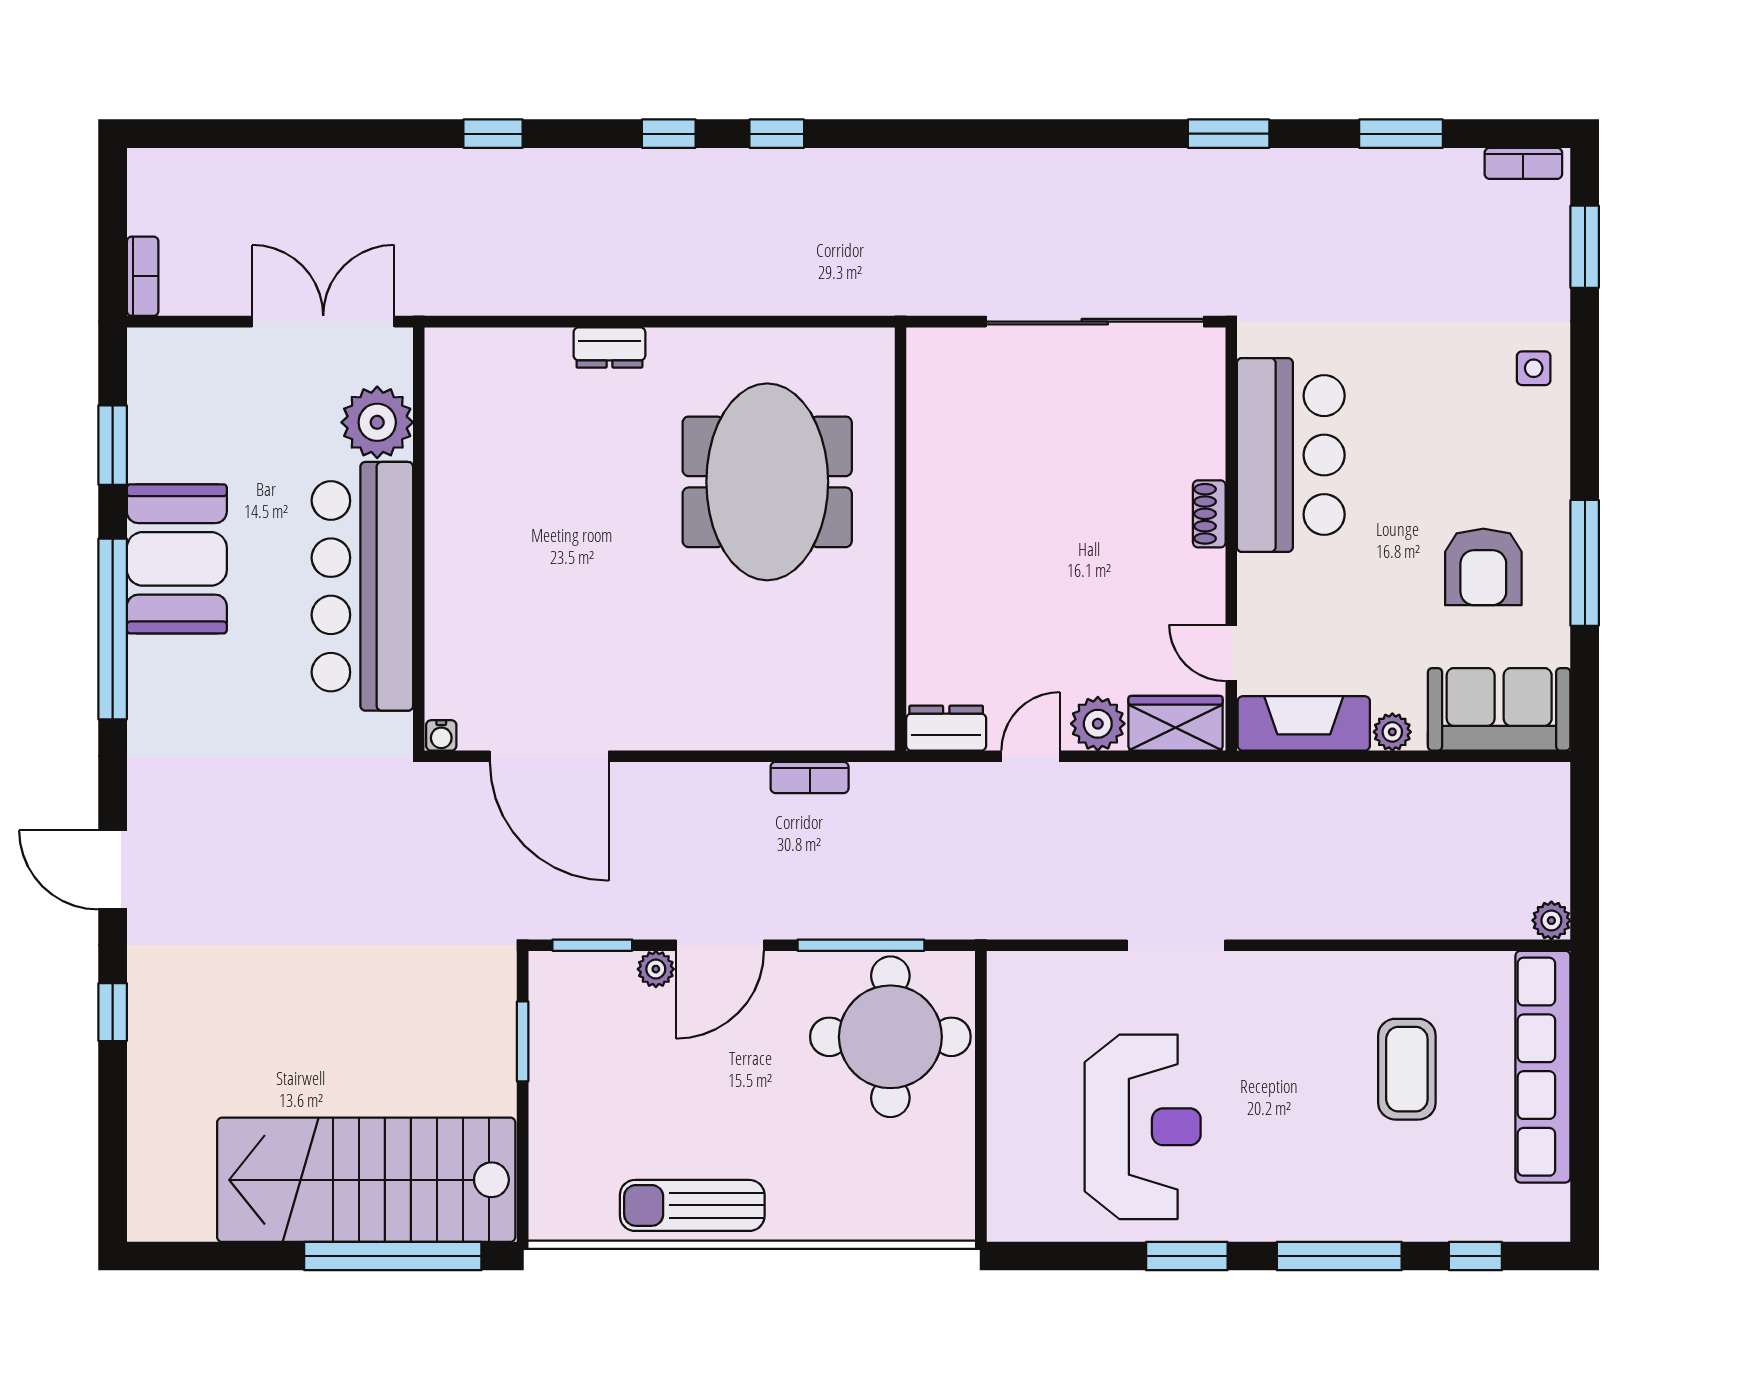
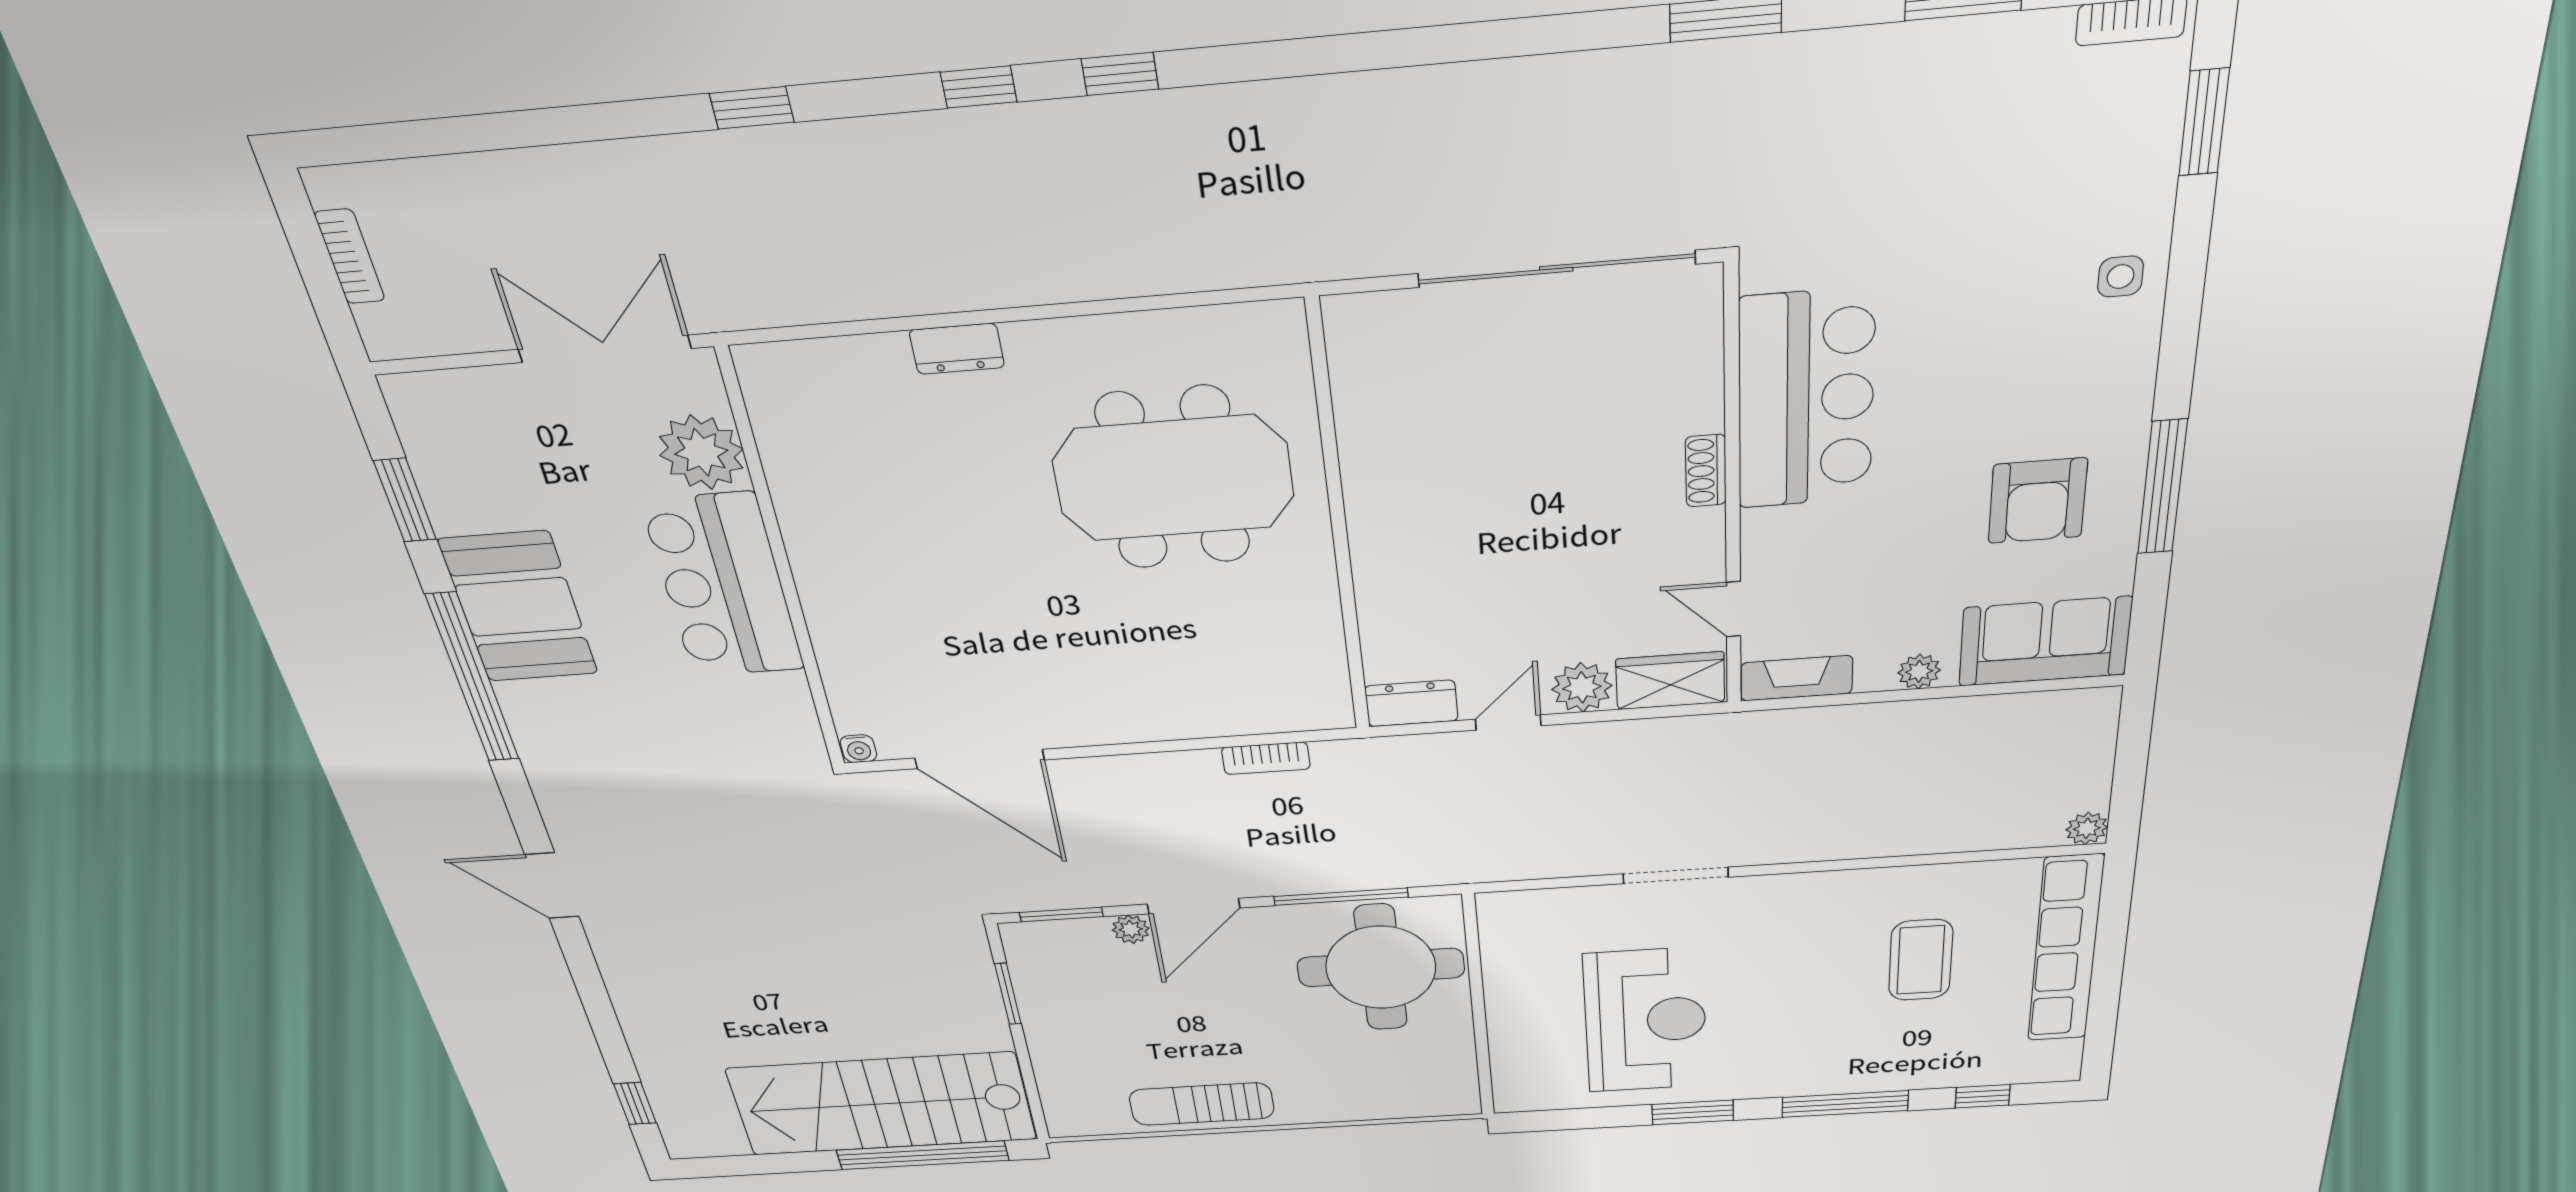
bookcase: (143, 276) -> (350, 257), moved
meeting table: (767, 482) -> (1173, 478), turned 90
bar counter: (362, 586) -> (723, 586), width x0.73
fireplace: (1304, 723) -> (1797, 678), width x0.73, depth x0.76
window: (113, 1012) -> (635, 1103), moved

